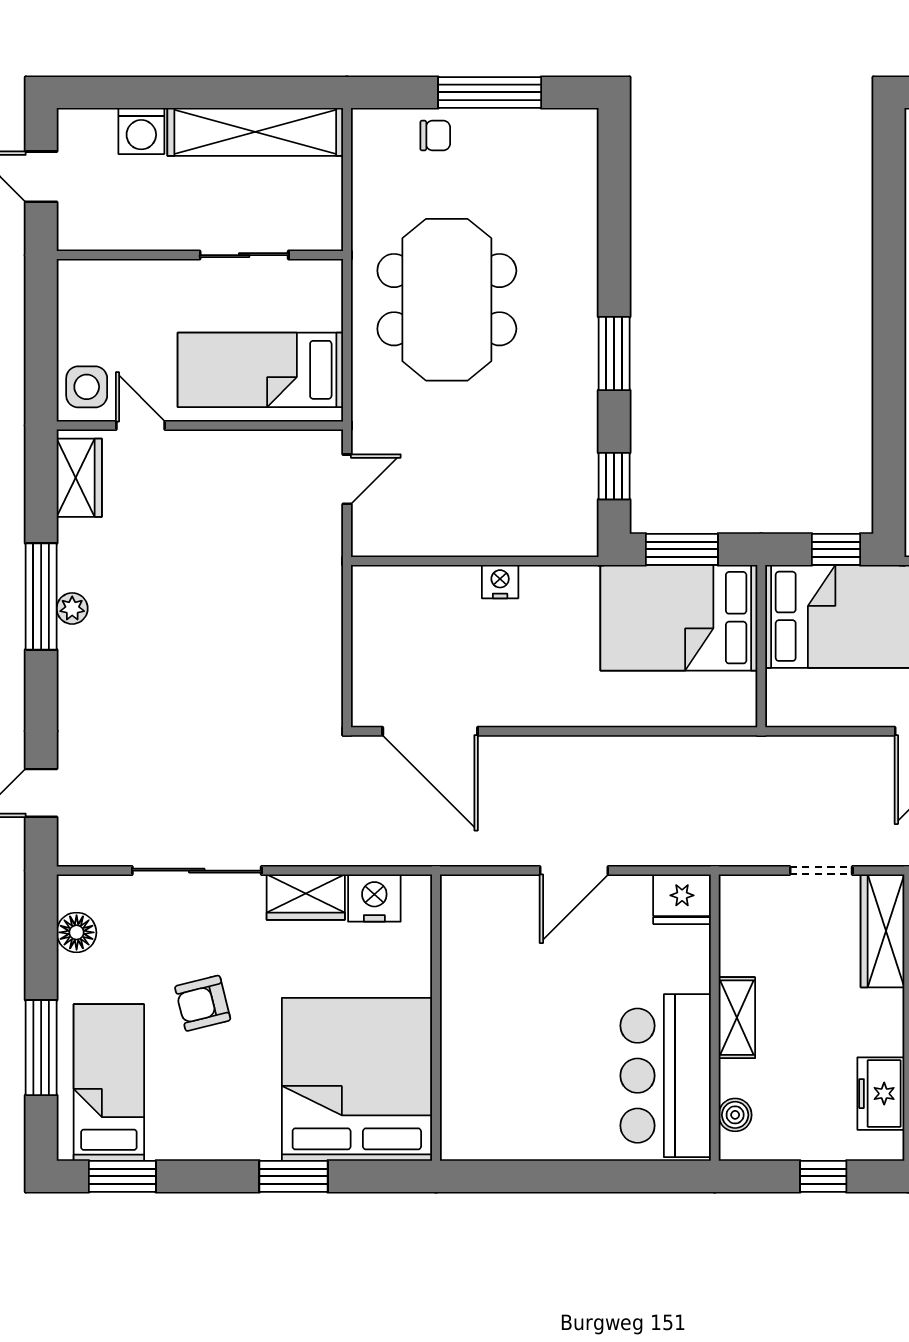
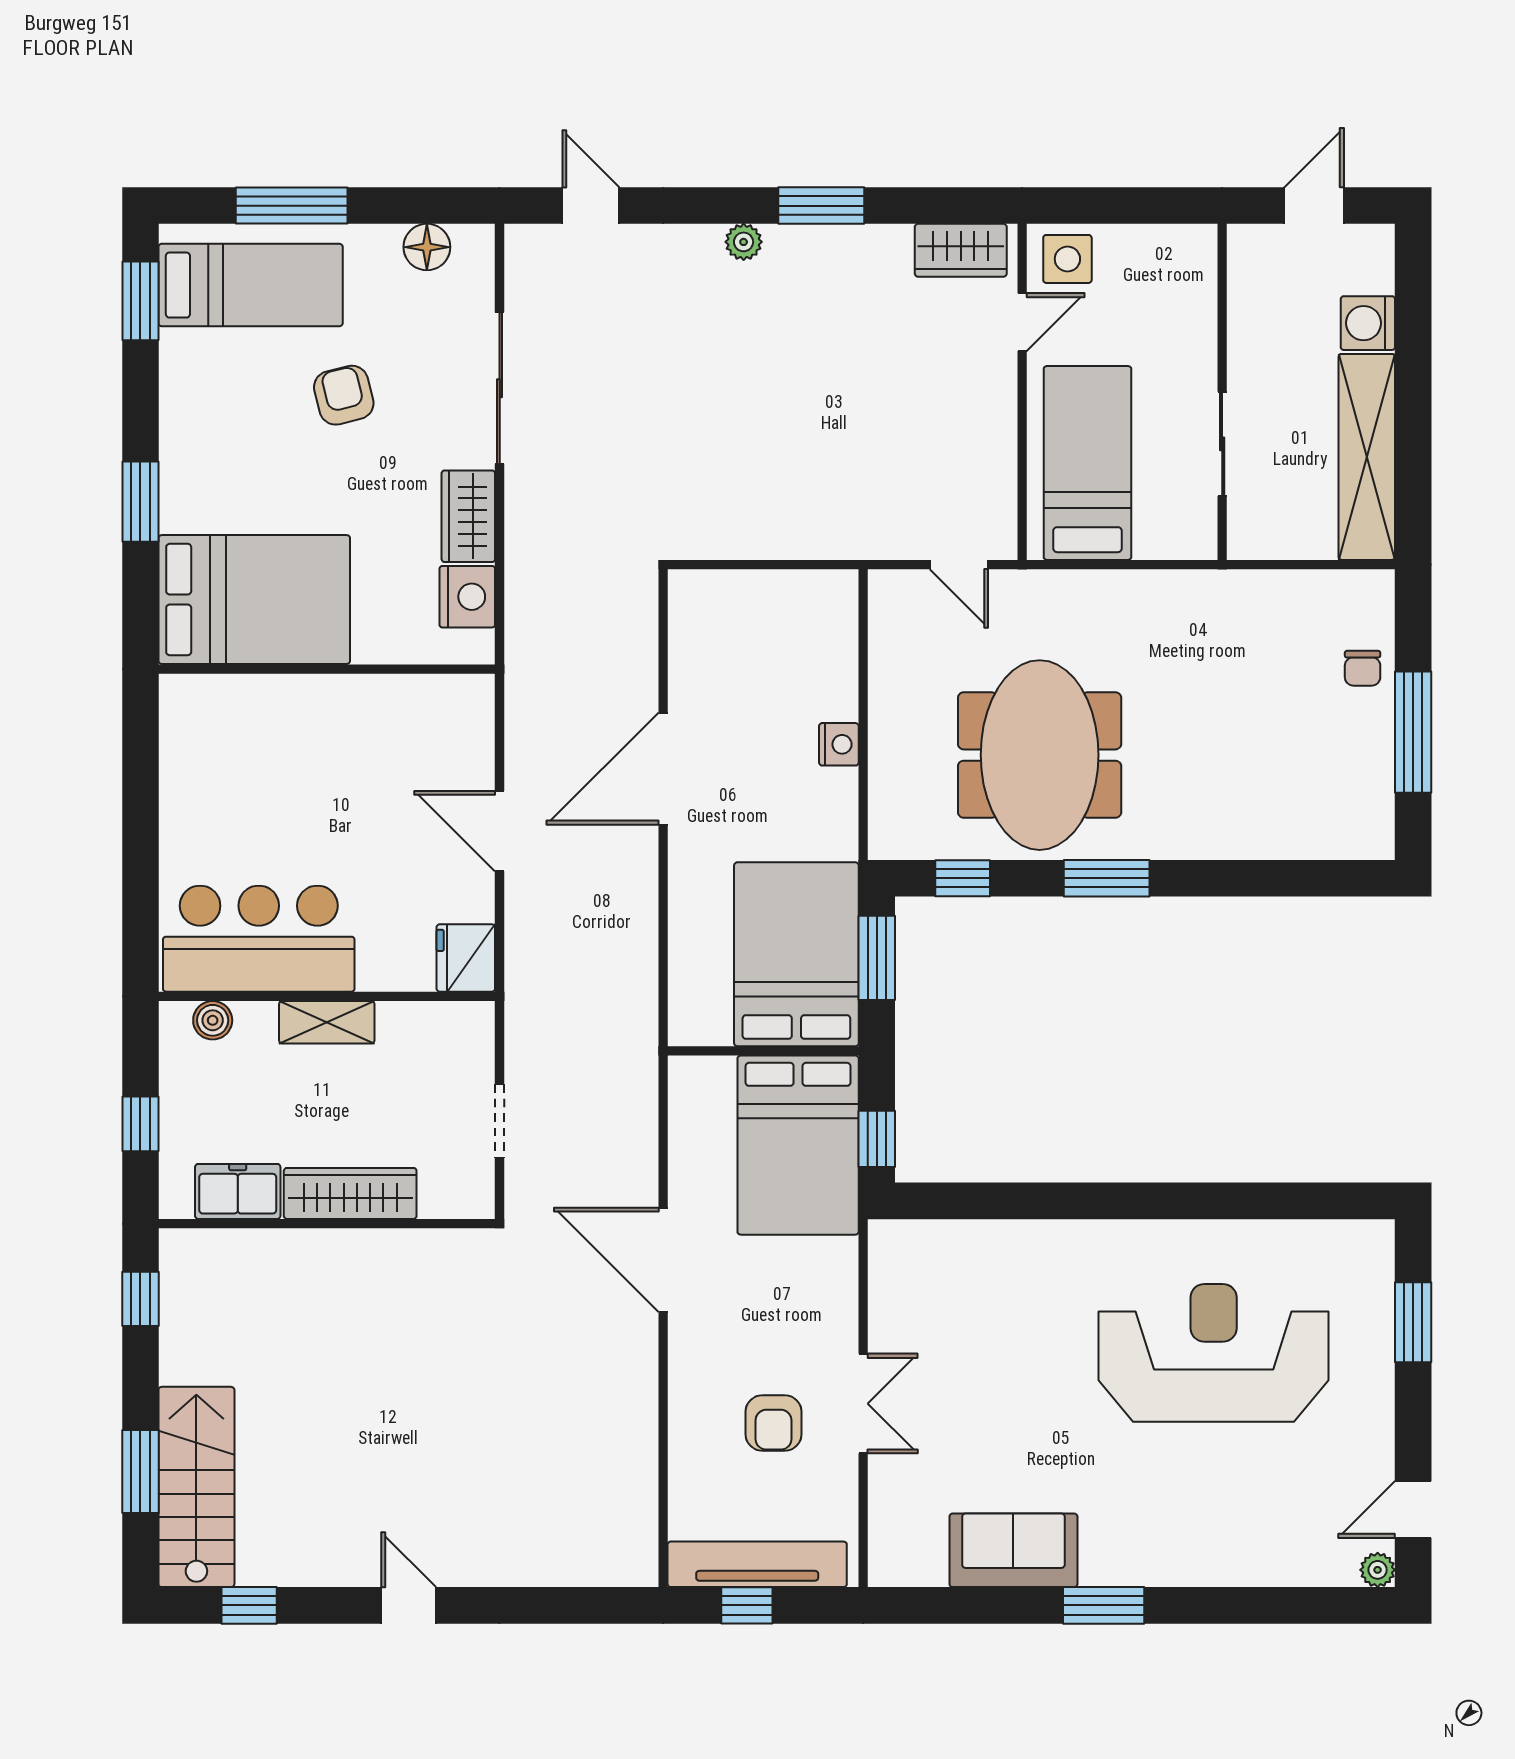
meeting table: (447, 300) -> (1040, 755), moved, turned 90
window: (41, 597) -> (821, 206), width x0.69
plant: (72, 608) -> (744, 242), moved
door: (430, 731) -> (663, 769), moved
wardrobe: (883, 931) -> (350, 1193), moved
bed: (357, 1079) -> (254, 600), width x0.73

